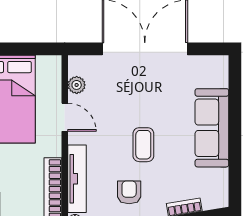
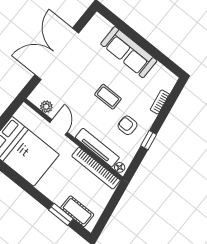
door: (65, 117) -> (59, 127), hinge flipped

